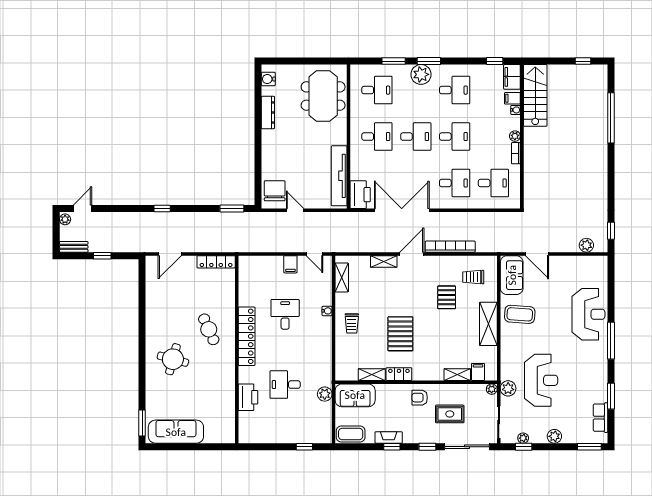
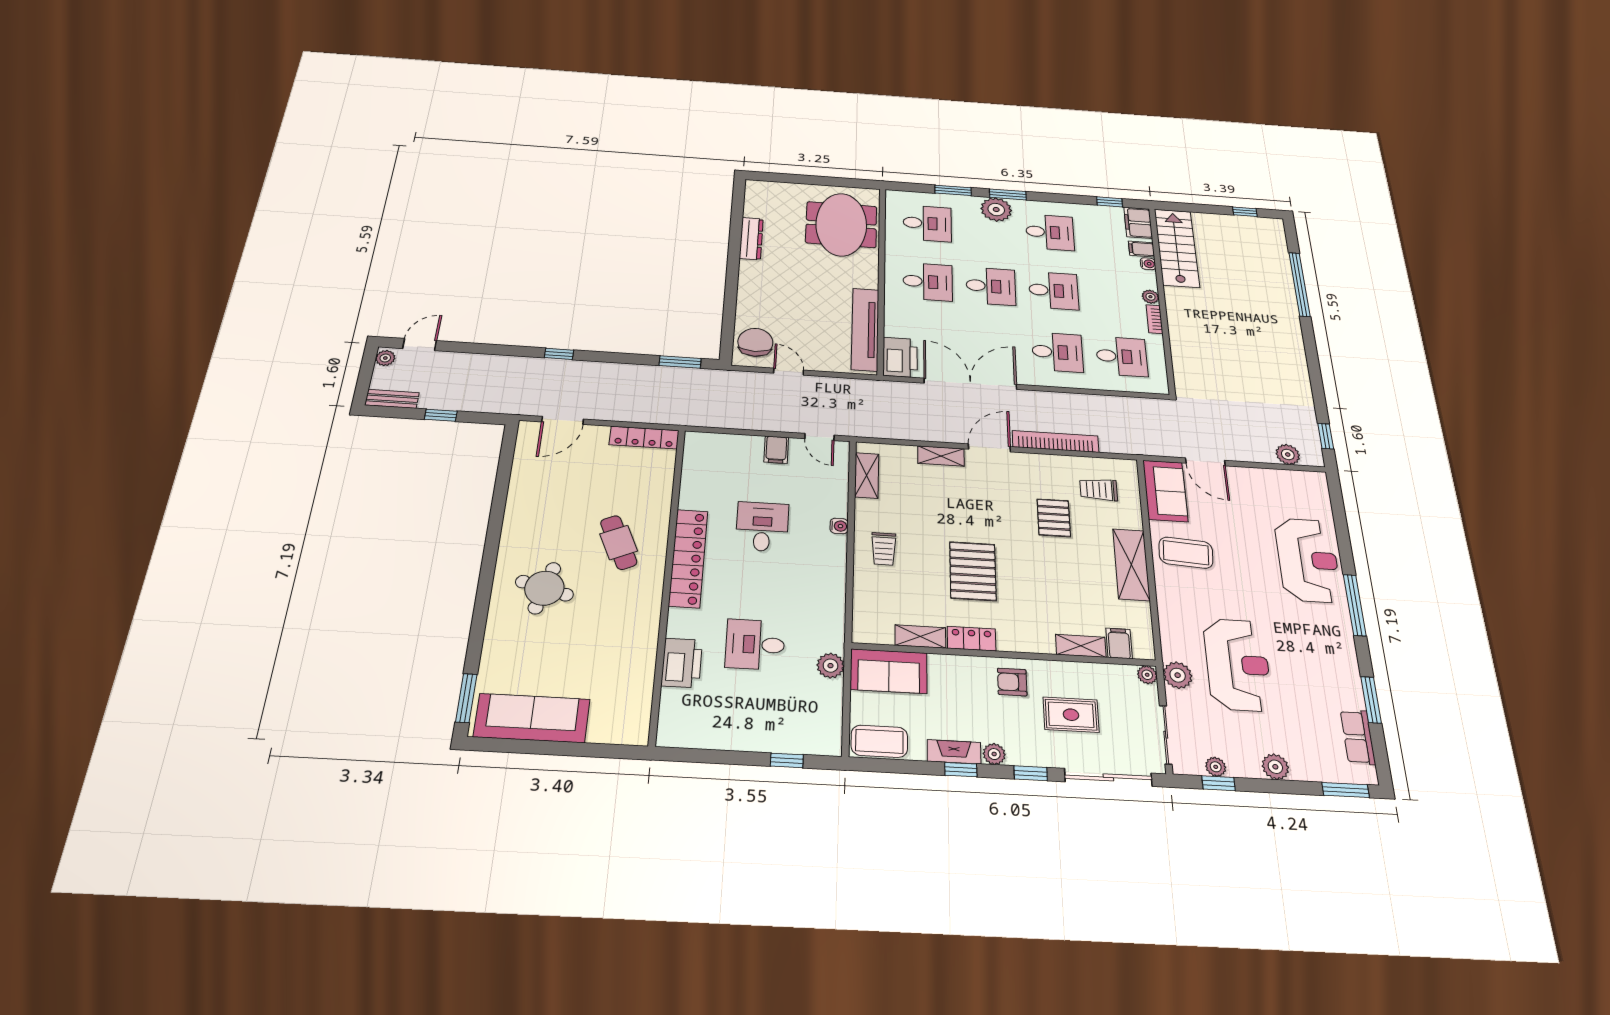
water cooler: (268, 79) -> (755, 197), removed
plant: (409, 438) -> (994, 754), added

